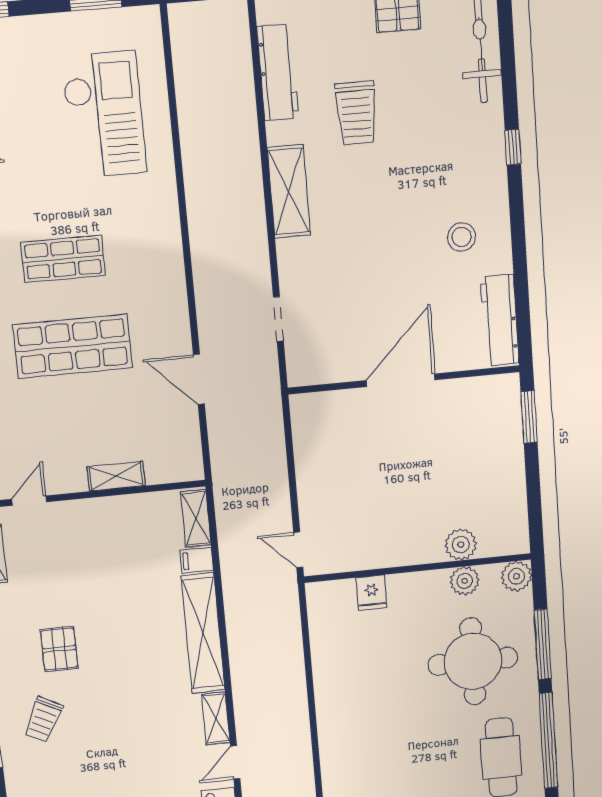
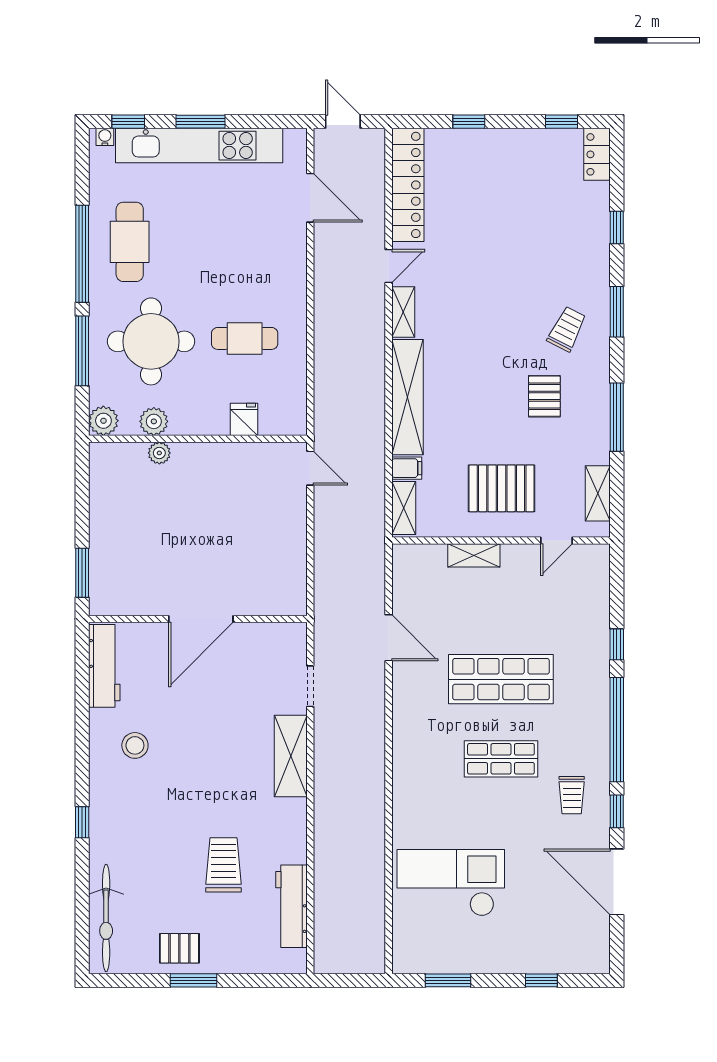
checkout: (104, 115) -> (451, 883), turned 90
shelving: (289, 191) -> (291, 756), moved
plant: (461, 545) -> (159, 453), width x0.73, depth x0.73
pallet: (94, 549) -> (502, 488), added
cafe table: (377, 674) -> (245, 338), added

